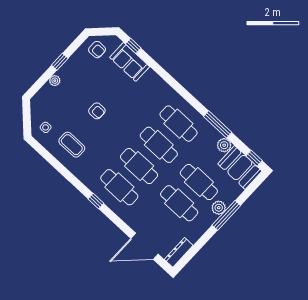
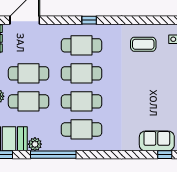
armchair: (97, 111) -> (148, 85), removed
window: (218, 124) -> (53, 155), width x1.46

